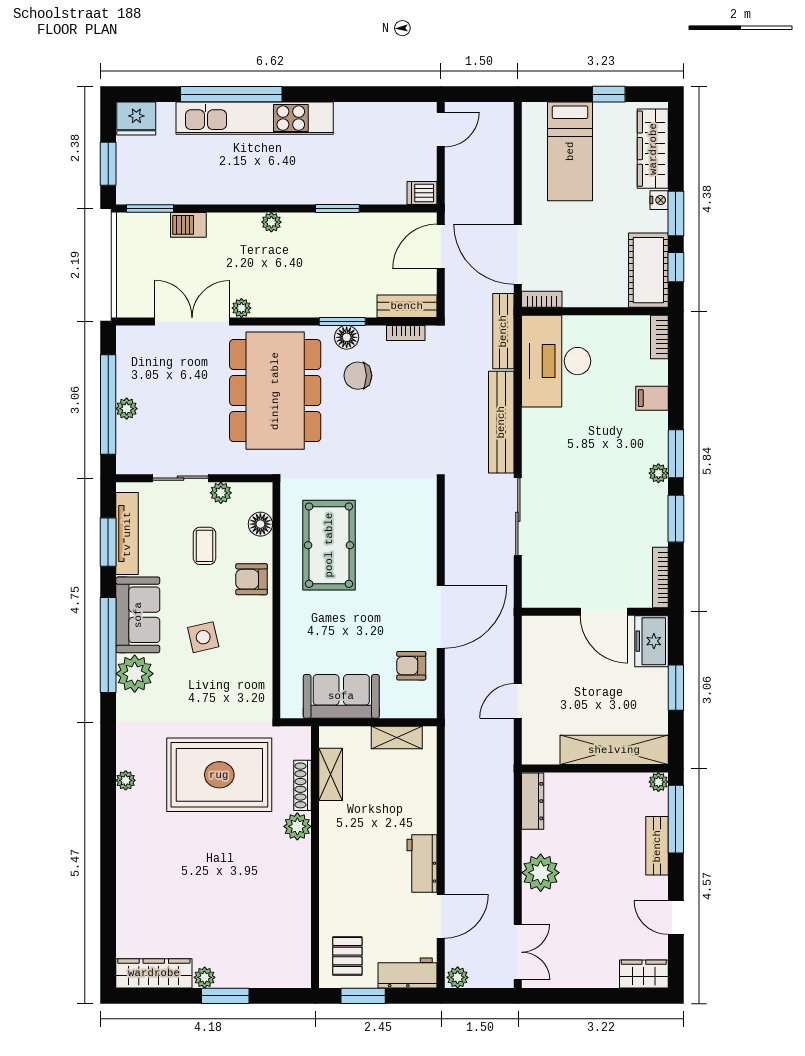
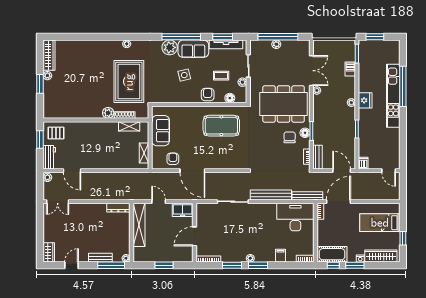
fridge: (136, 119) -> (365, 100), moved, turned 180
freezer: (651, 641) -> (183, 210), moved, turned 180
shelving: (614, 750) -> (139, 225), moved
workbench: (422, 863) -> (93, 163), removed
plant: (541, 873) -> (89, 211), removed

